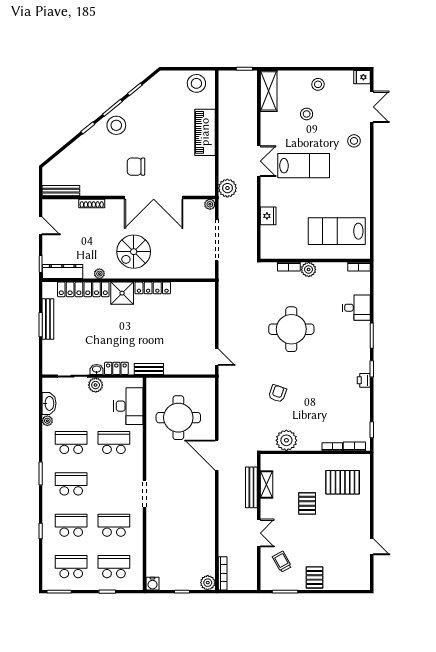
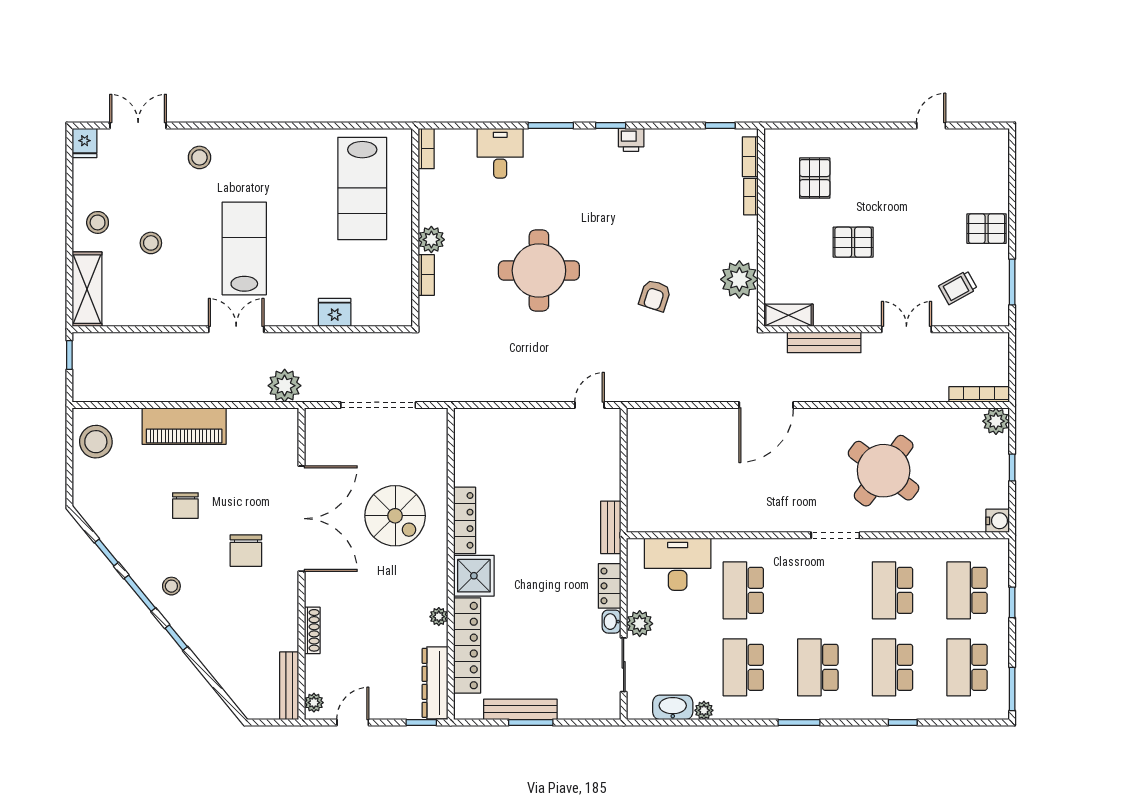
shelving: (269, 91) -> (87, 289), moved, turned 90
stool: (116, 125) -> (171, 586), width x0.53, depth x0.53
chair: (161, 133) -> (185, 506), added
plant: (210, 204) -> (314, 703), moved
spiral stairs: (134, 252) -> (395, 516), moved
armchair: (277, 393) -> (655, 295), turned -91
round table: (178, 418) -> (884, 471), moved, turned 37
pallet: (343, 482) -> (815, 178), width x0.67, depth x0.71
shelving: (266, 484) -> (788, 315), moved

